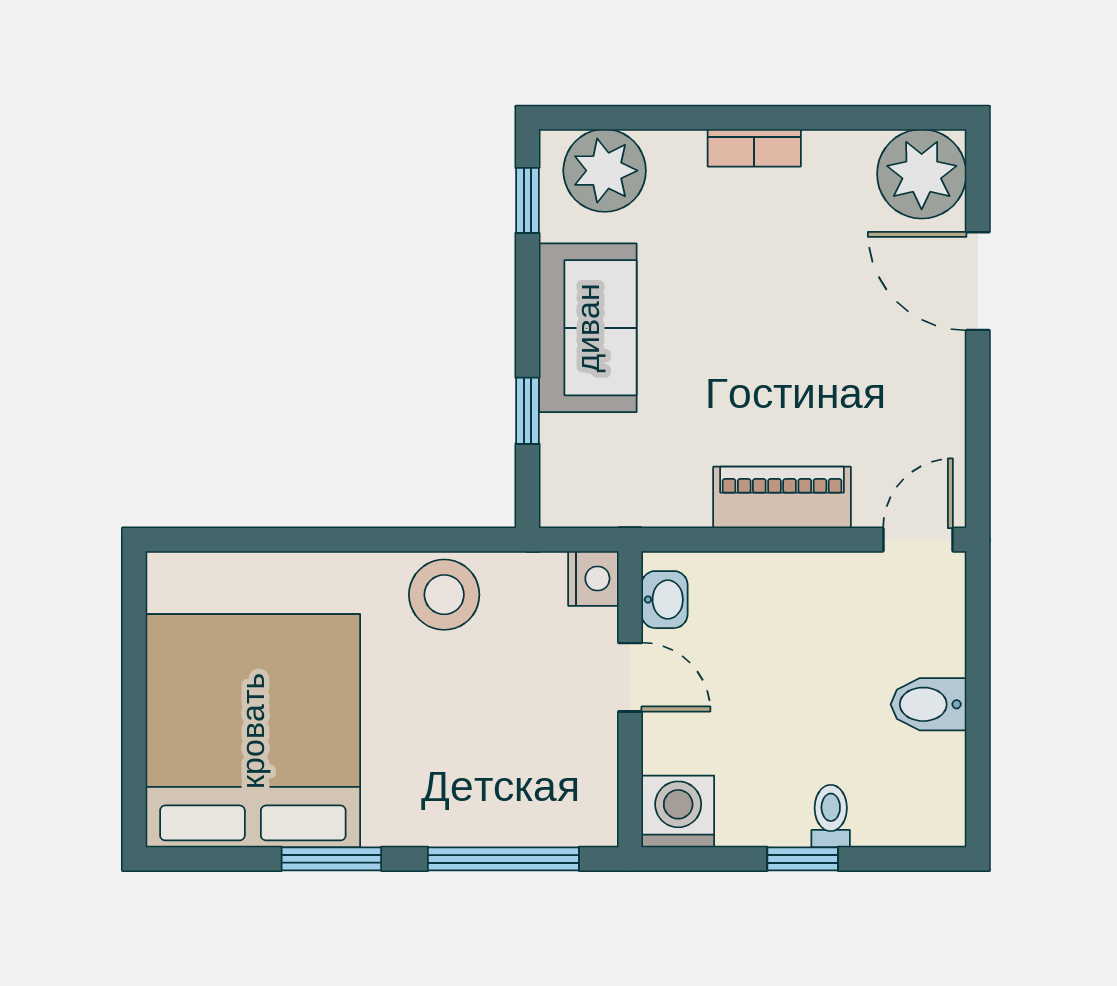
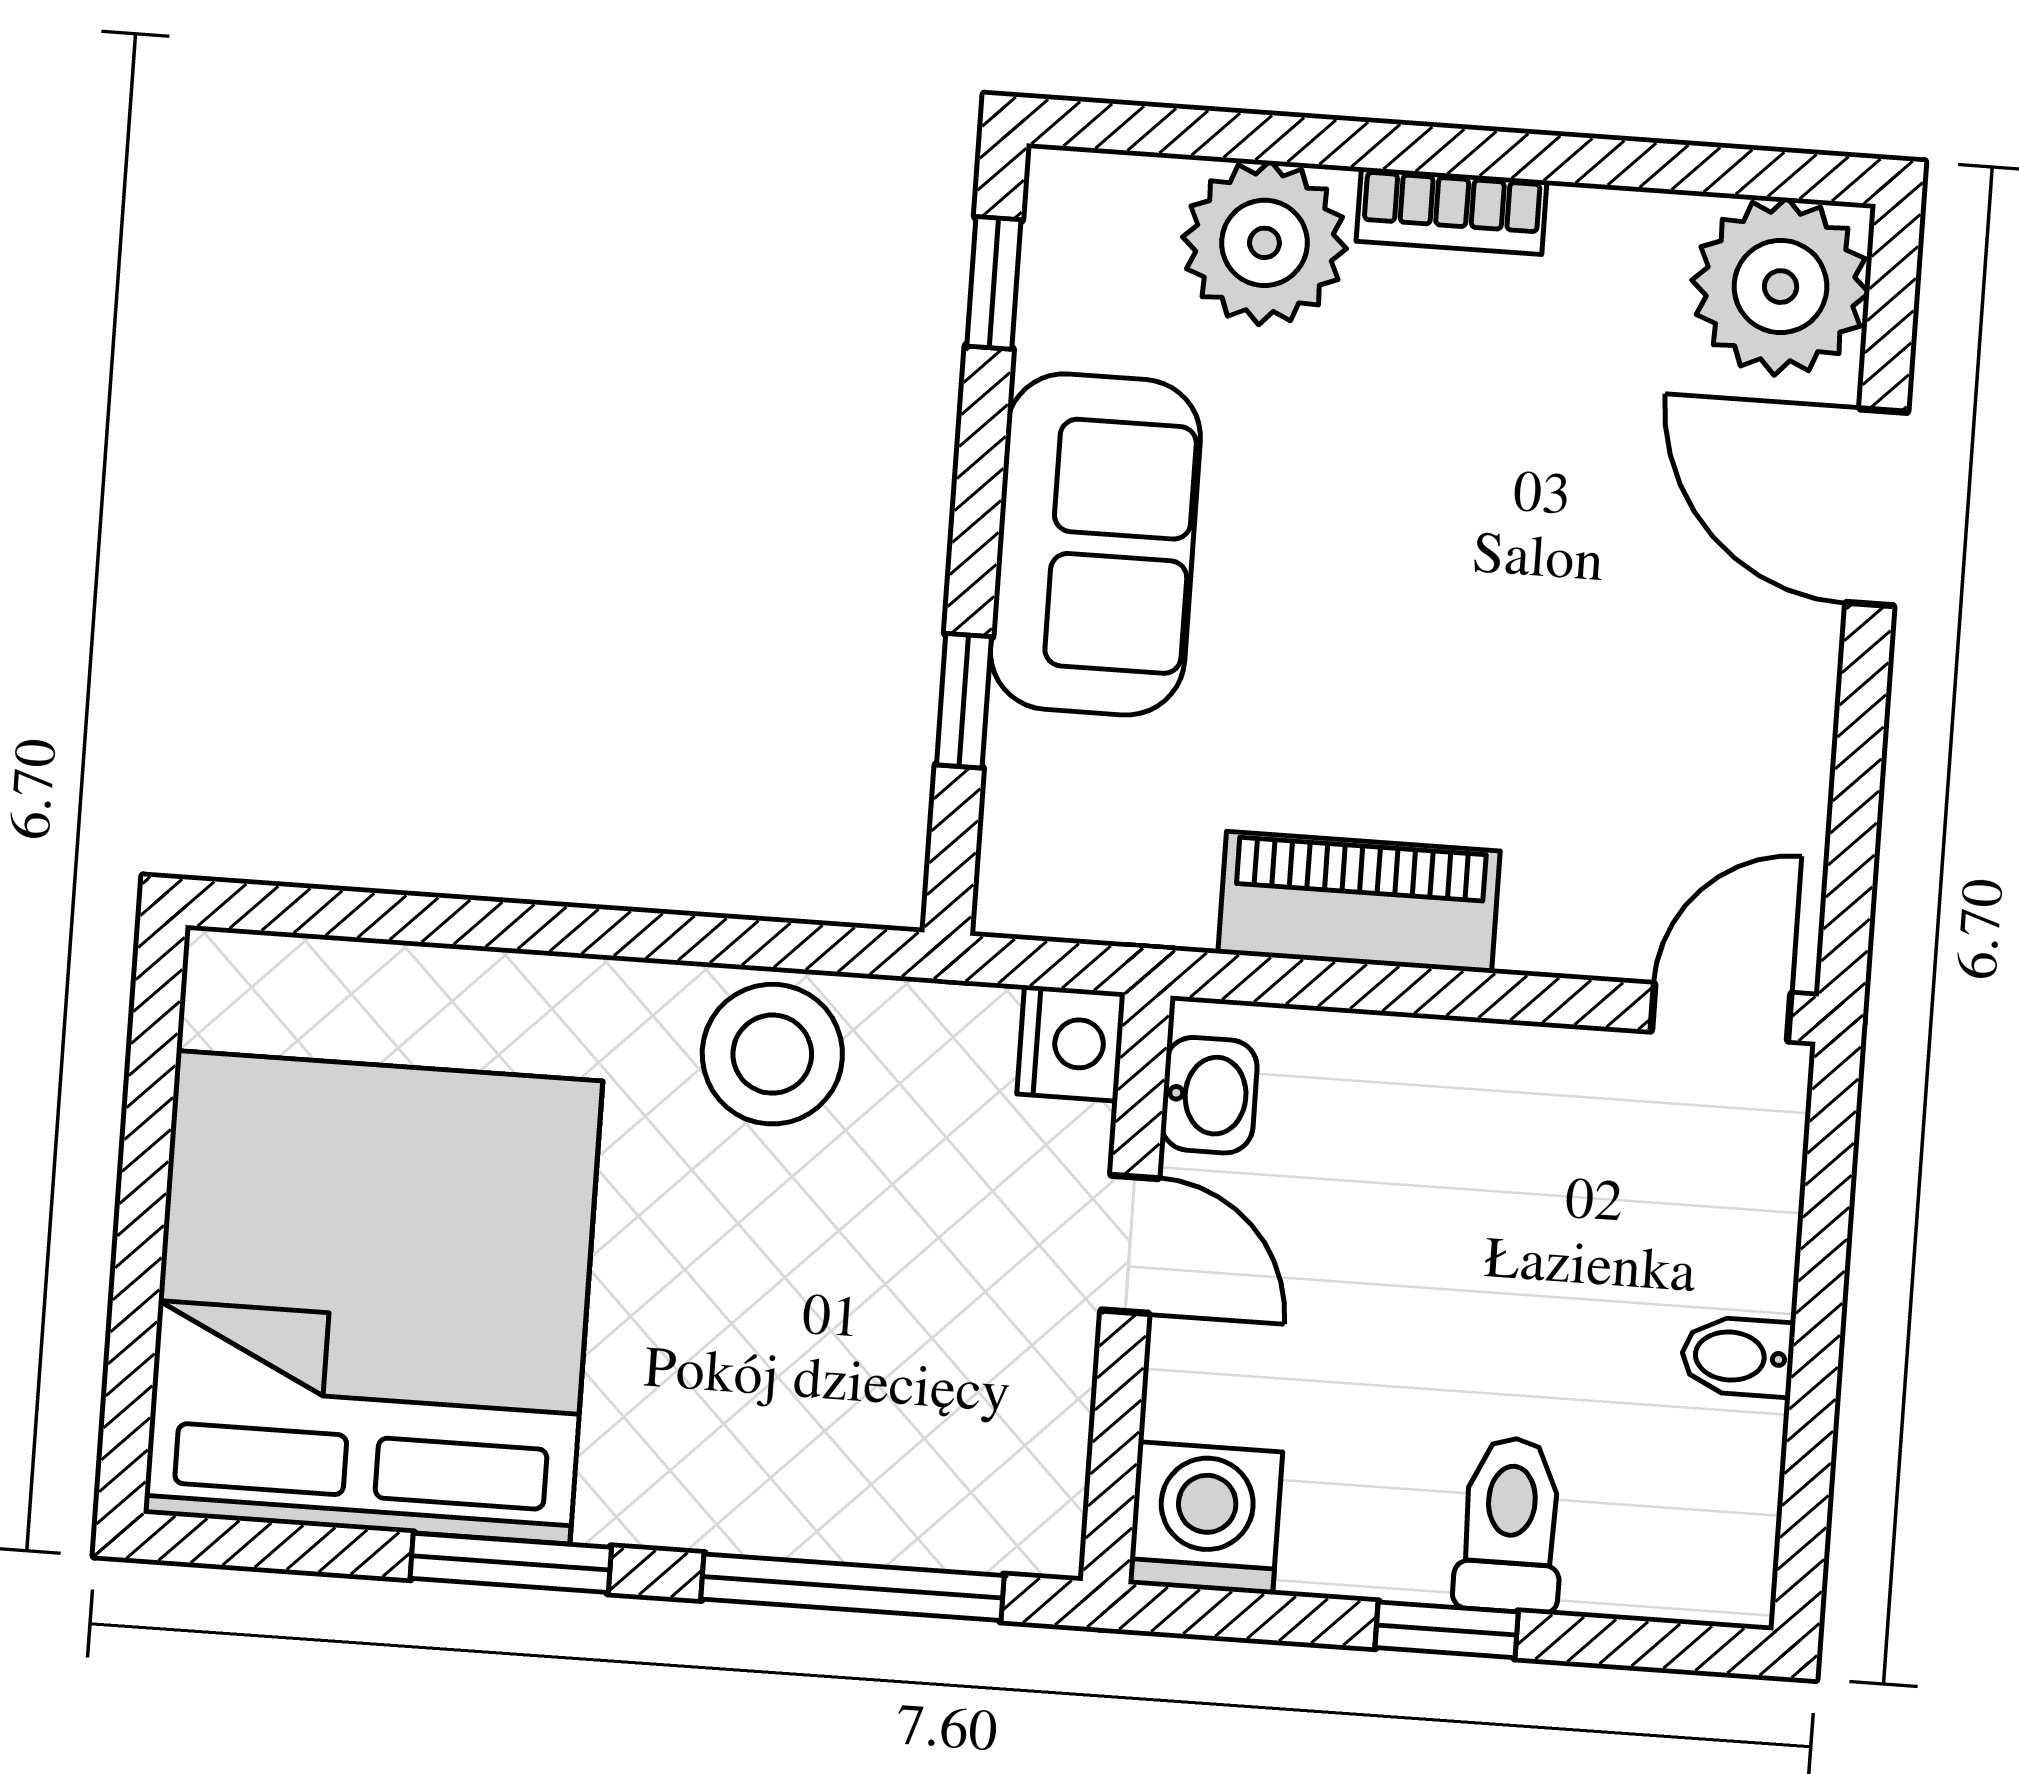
plant: (605, 171) -> (1264, 243), moved
piano: (782, 497) -> (1359, 902), moved
bidet: (929, 704) -> (1738, 1357), width x0.72, depth x0.74
toilet: (831, 816) -> (1510, 1525), width x1.37, depth x1.39

